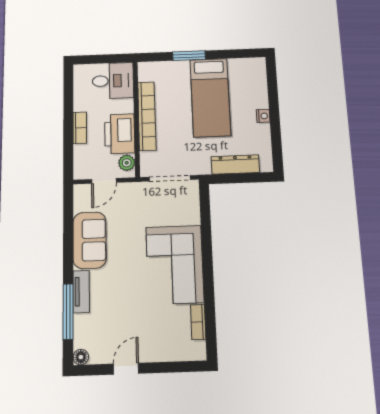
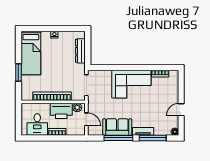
desk: (113, 81) -> (37, 124), moved, turned 180
bed: (210, 97) -> (31, 53), moved, turned 90
window: (68, 243) -> (118, 138), added
door: (126, 369) -> (181, 110), hinge flipped

